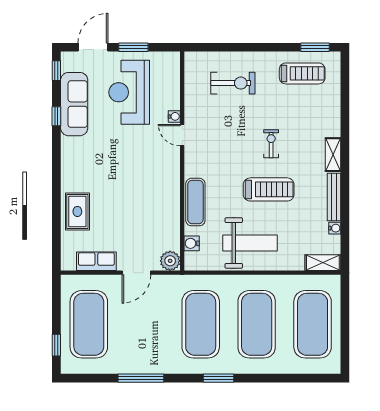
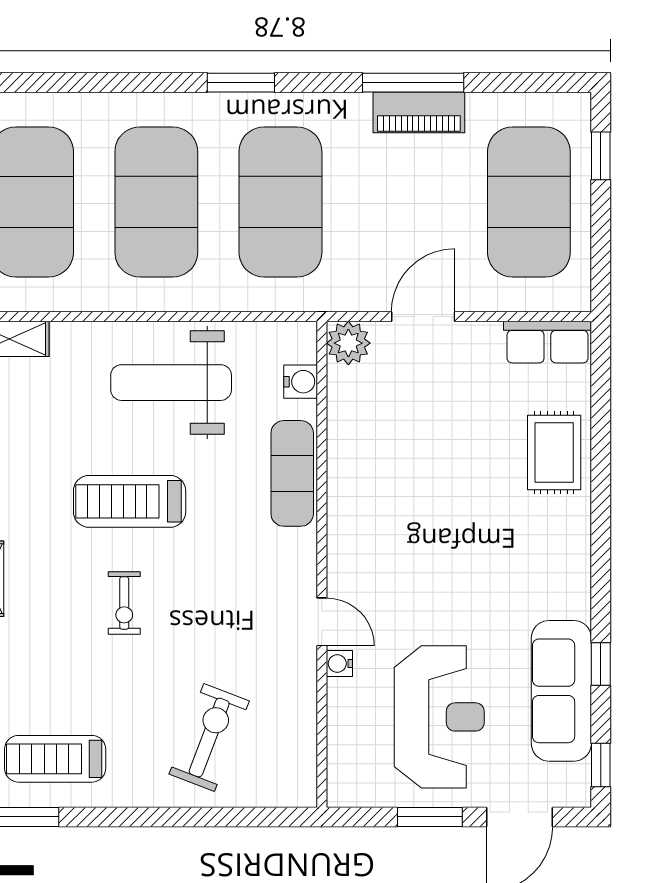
exercise bike: (233, 83) -> (209, 738), turned 111
row of seats: (96, 261) -> (547, 342), moved
piano: (138, 365) -> (419, 112), added

